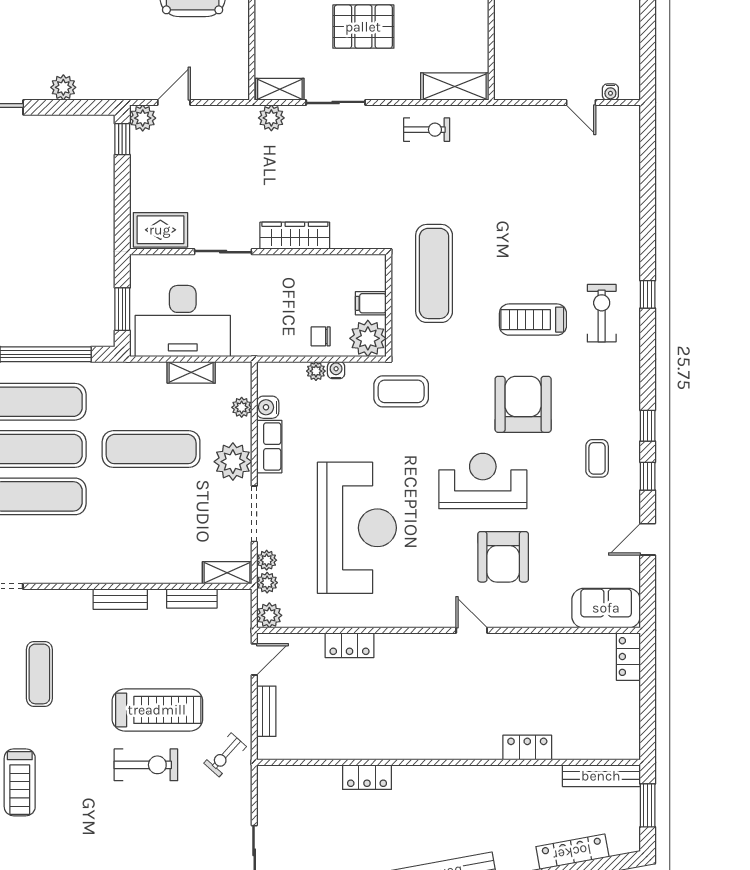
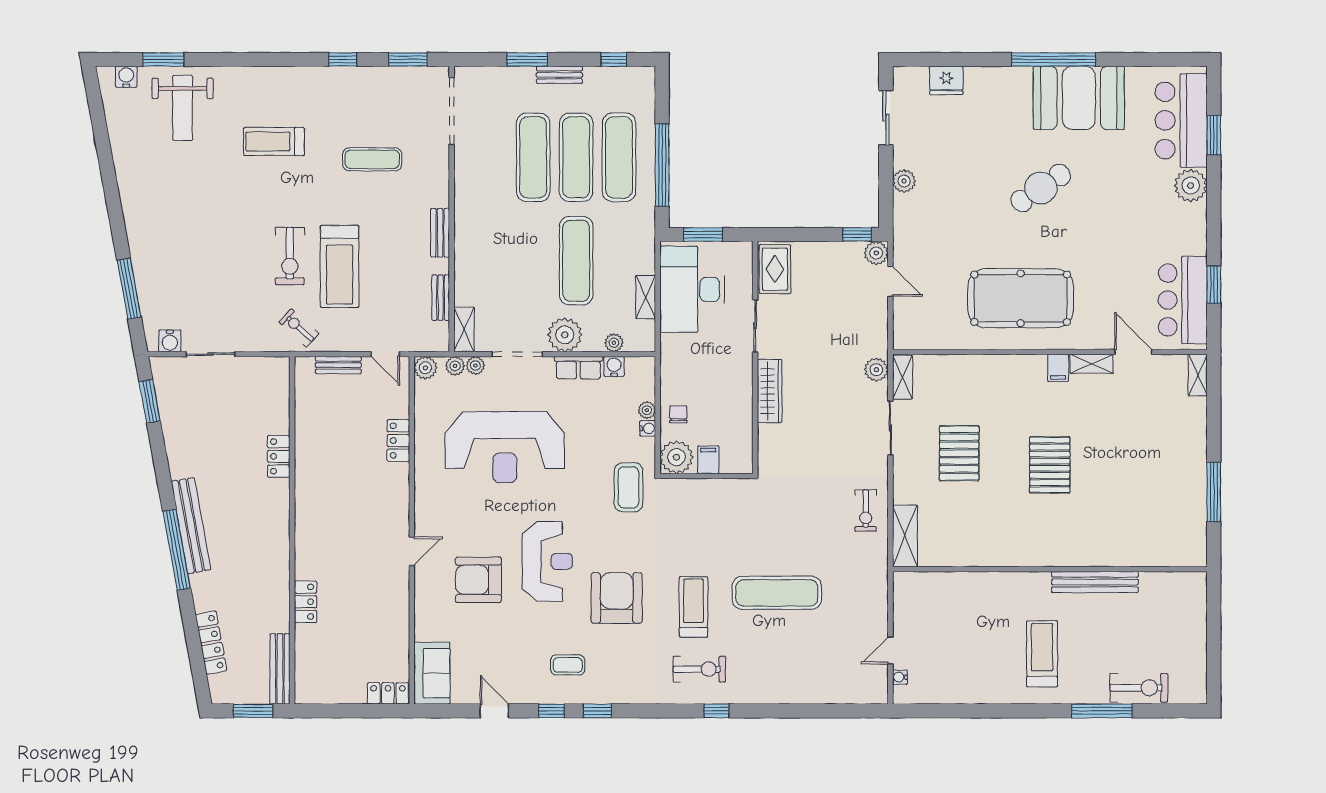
exercise mat: (434, 273) -> (777, 593), moved
armchair: (523, 404) -> (617, 598), turned -90

